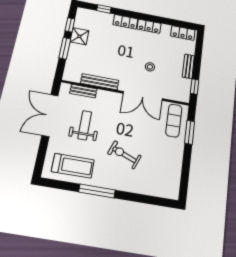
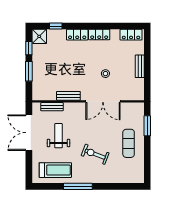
shower: (79, 36) -> (39, 36), moved
bench: (100, 82) -> (68, 96), width x0.73
window: (195, 87) -> (147, 84), removed
exercise mat: (174, 121) -> (129, 143), moved

